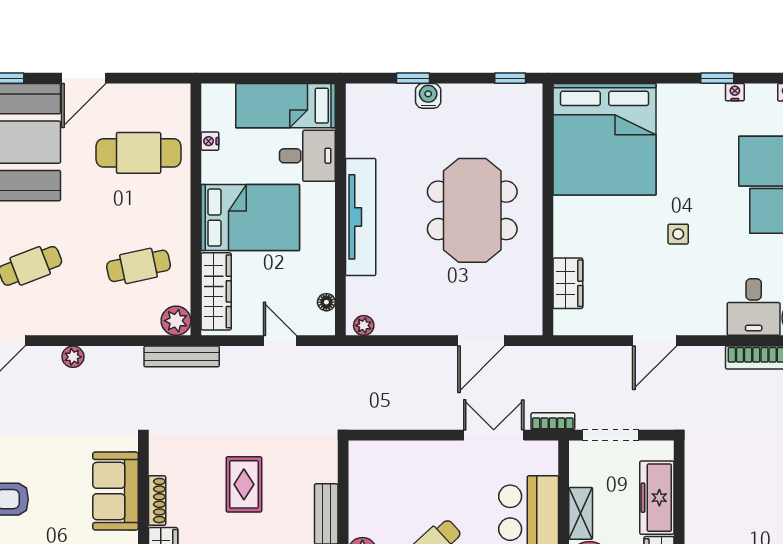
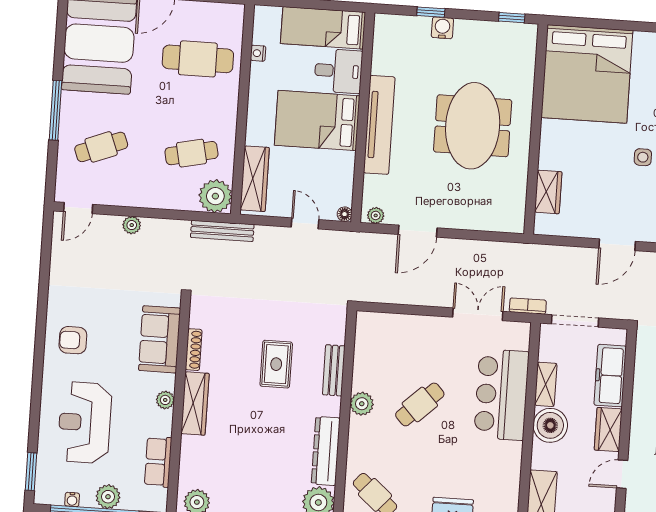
bed: (250, 218) -> (317, 120), moved, turned 180
floor lamp: (326, 302) -> (345, 214), moved
plant: (176, 321) -> (215, 196), width x1.36, depth x1.36
door: (481, 341) -> (418, 231), moved
rug: (244, 484) -> (276, 364), moved

